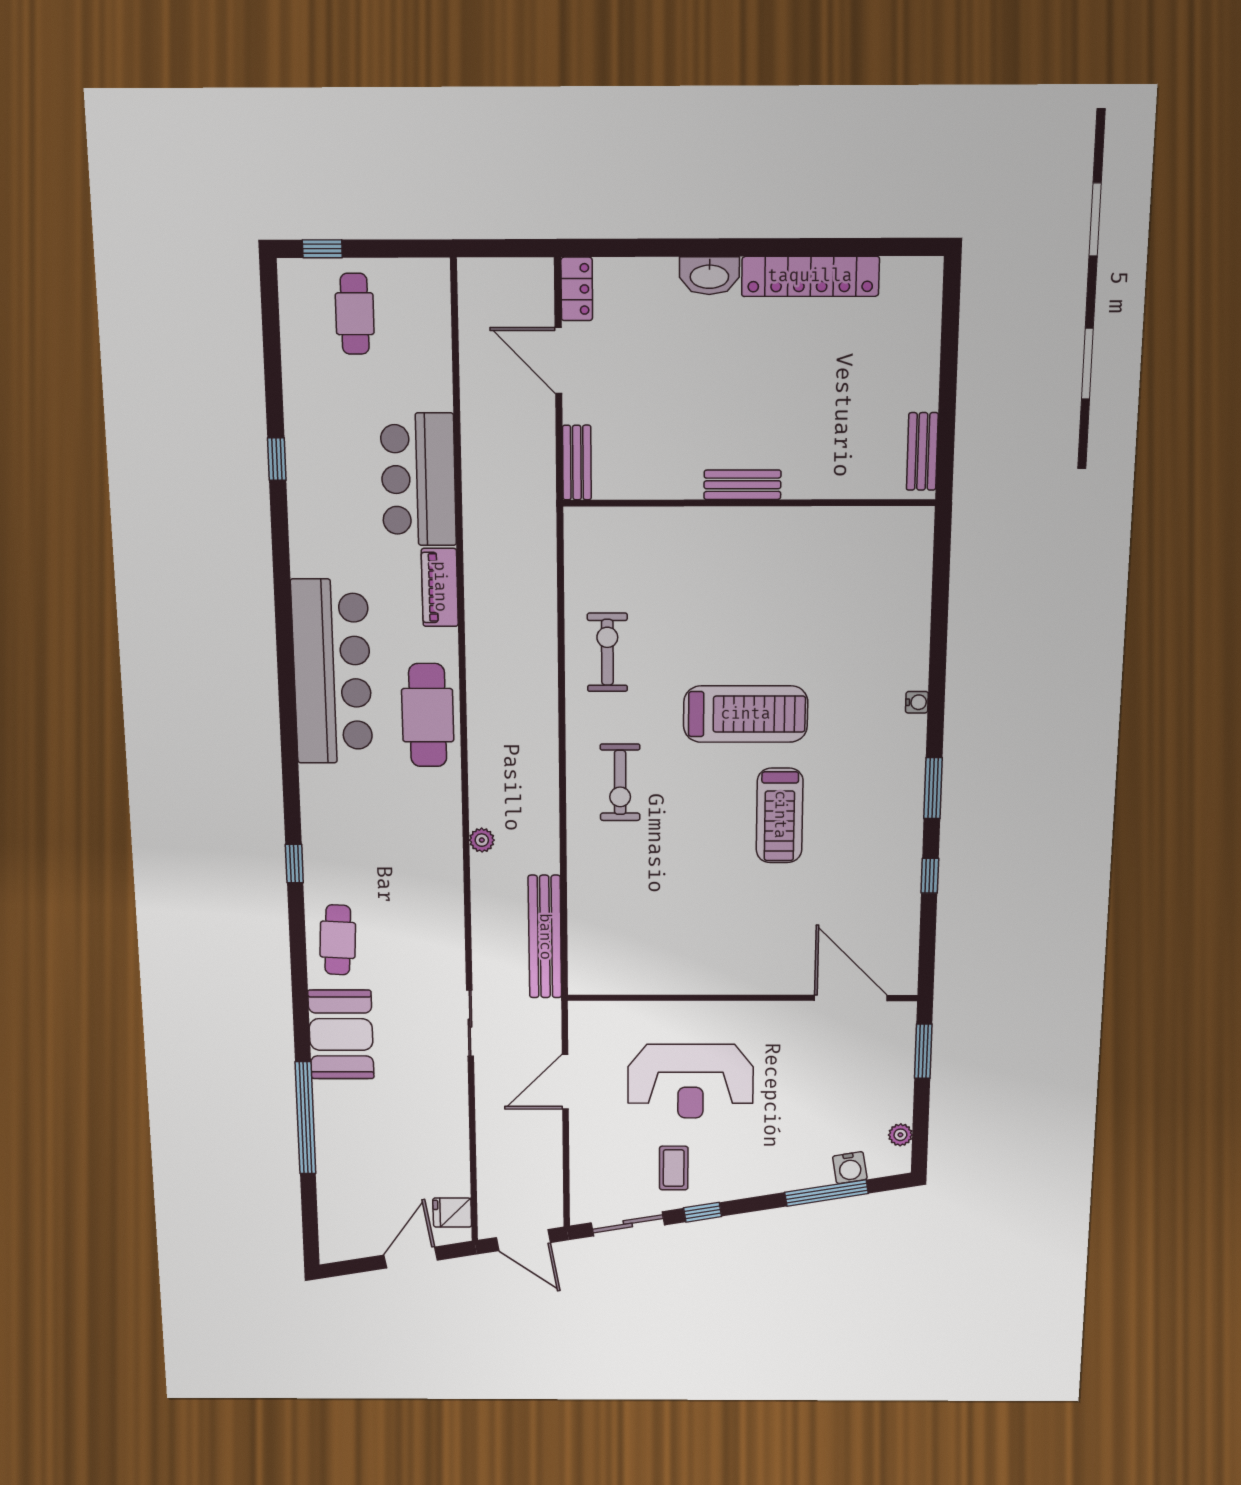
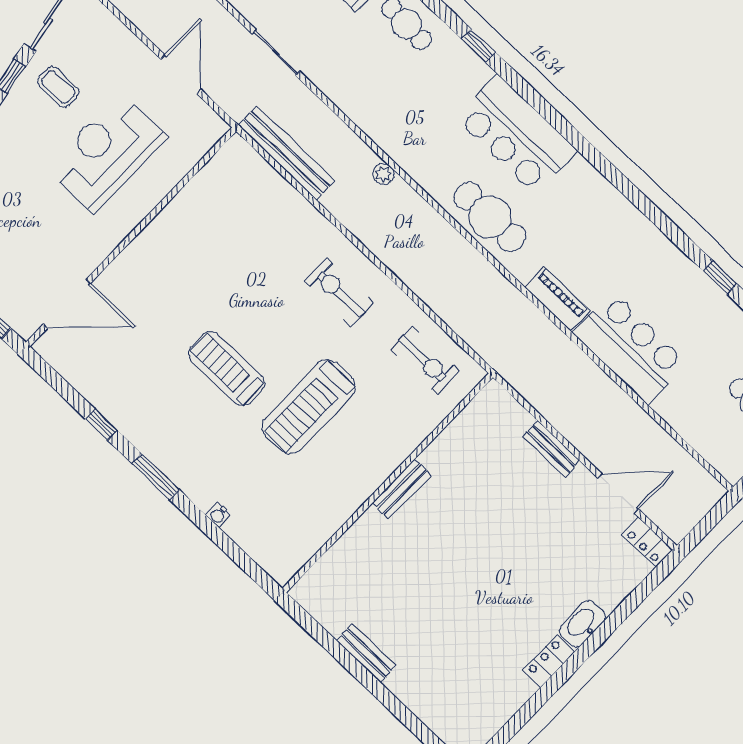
locker: (810, 276) -> (549, 661), width x0.46, depth x0.83
bench: (742, 485) -> (402, 489), moved
wall: (749, 503) -> (388, 483), moved
bar counter: (332, 672) -> (516, 135), moved, width x0.73

